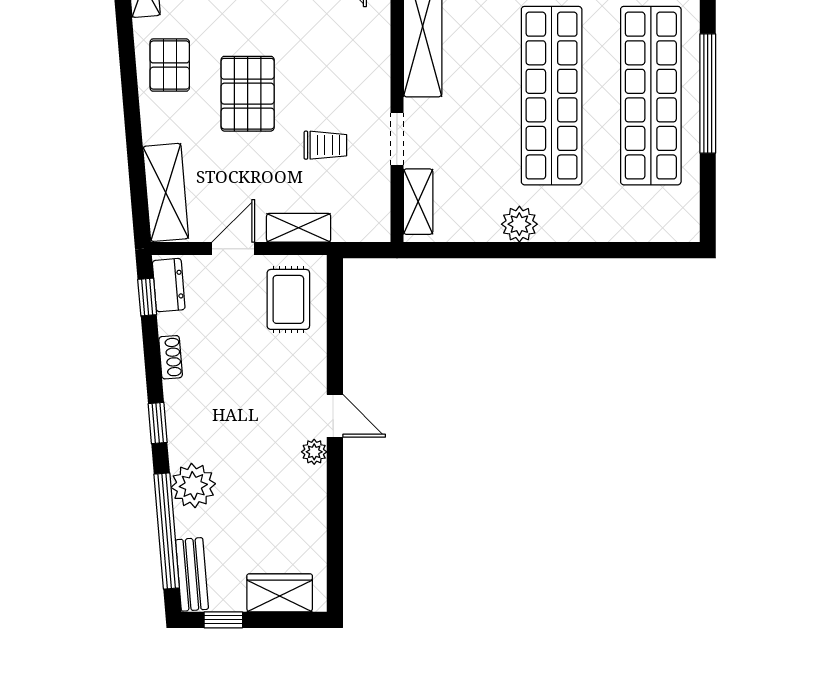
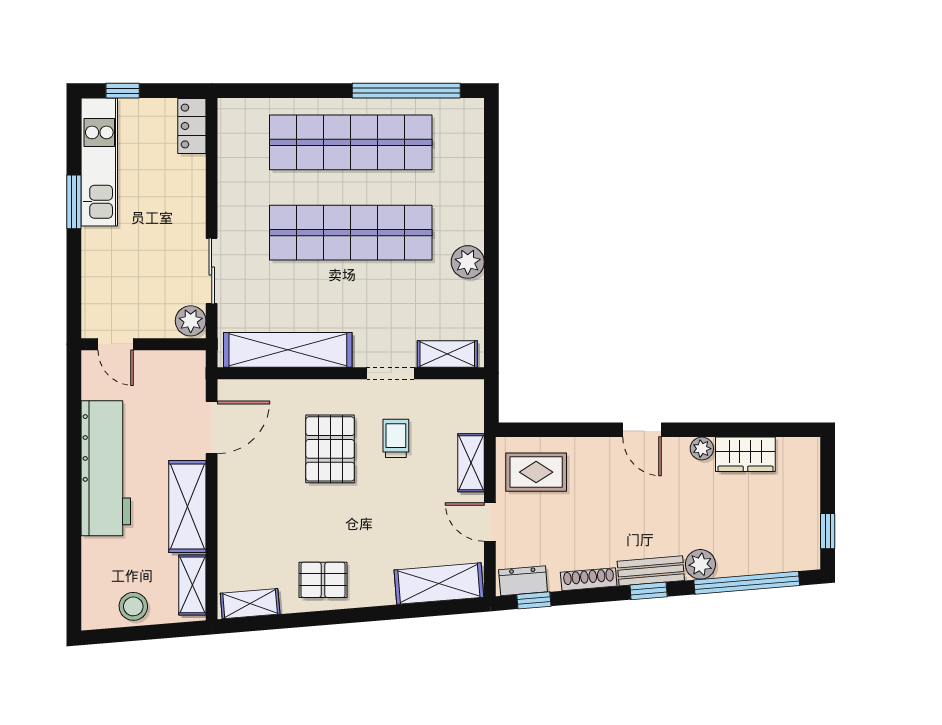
pallet: (248, 94) -> (330, 449), moved, turned 90
window: (708, 94) -> (406, 91), moved
shoe rack: (171, 357) -> (589, 579), width x1.43
door: (335, 416) -> (642, 430), swing flipped
plant: (314, 452) -> (702, 449), moved
plant: (193, 486) -> (700, 564), width x0.73, depth x0.73
bench: (192, 574) -> (651, 571), moved
wardrobe: (280, 593) -> (745, 454), moved, turned -90

